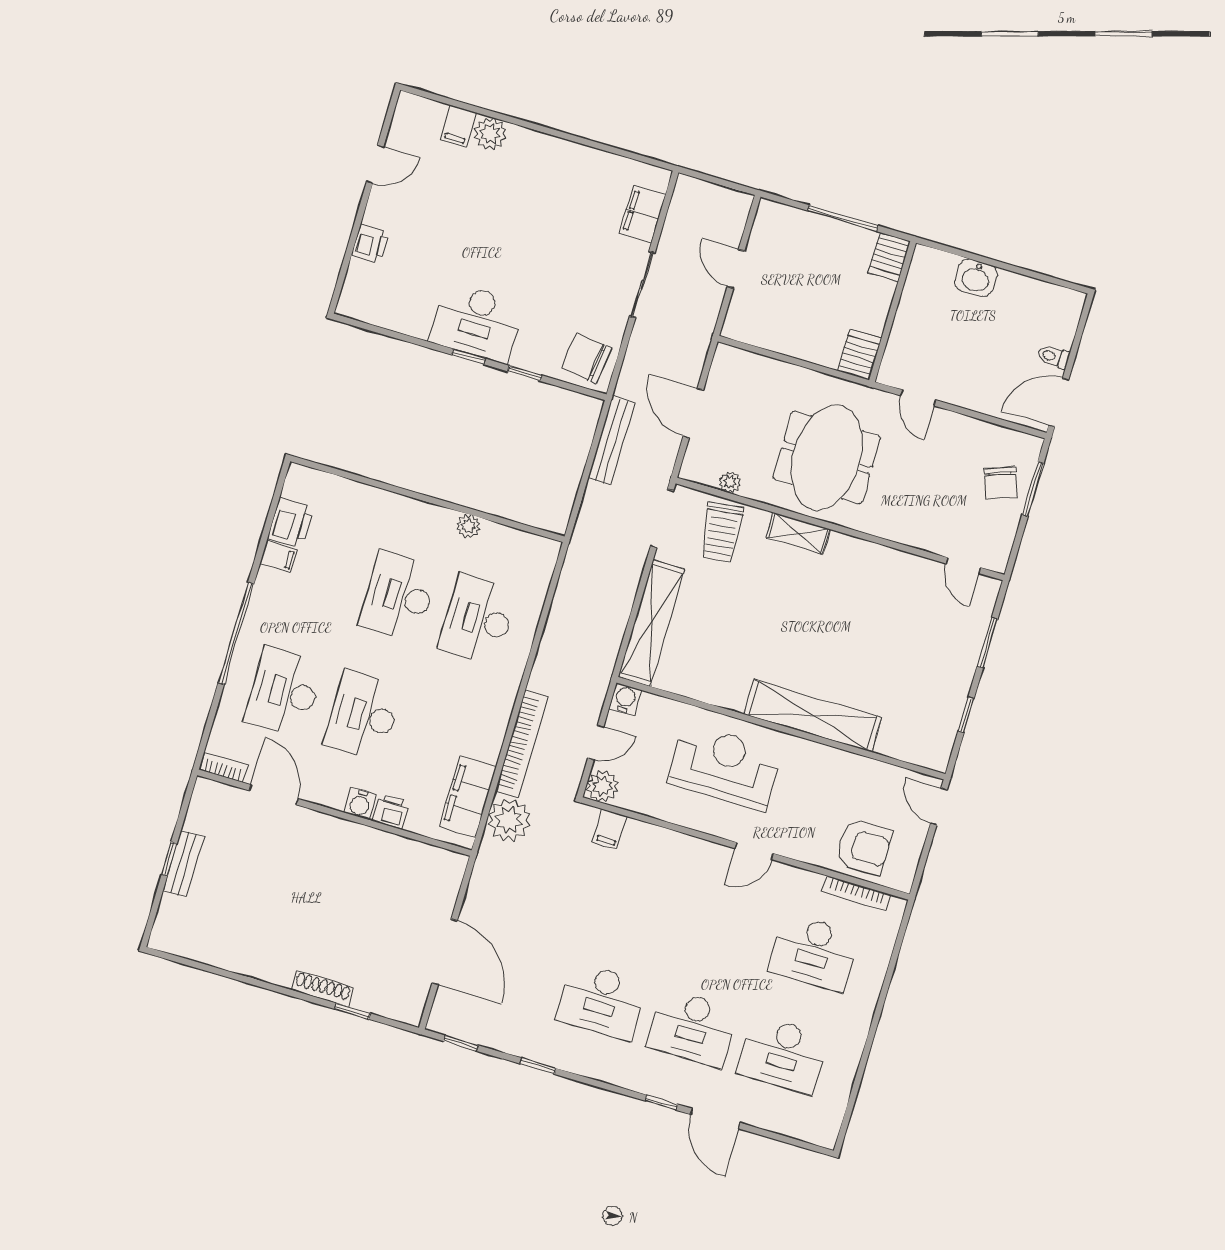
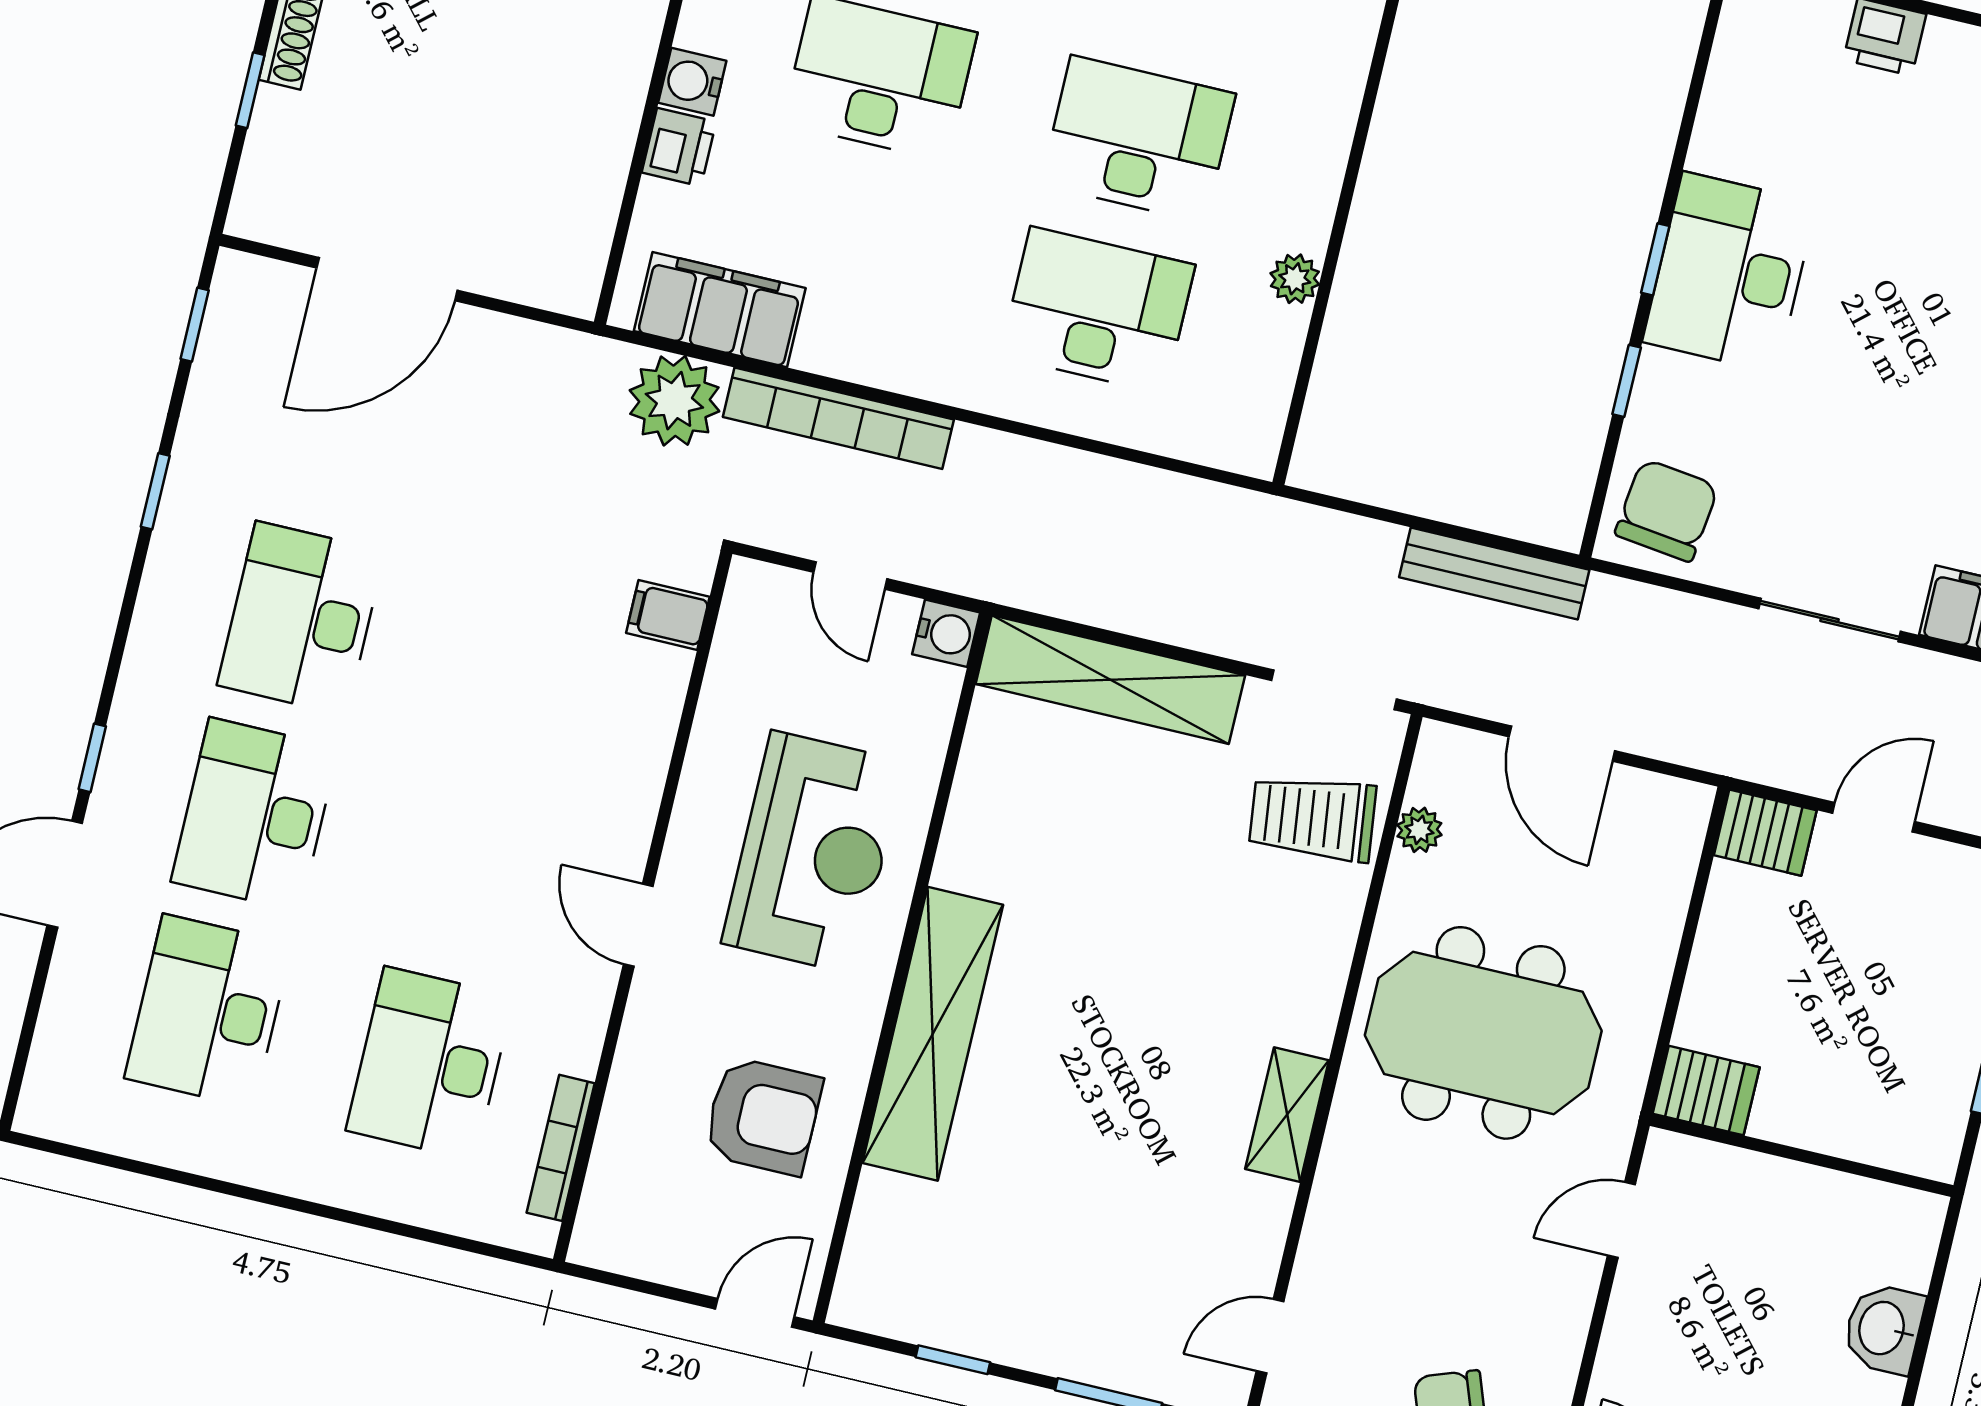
server rack: (889, 257) -> (1765, 833), moved, turned 180
door: (693, 413) -> (1562, 744), swing flipped
shelving: (798, 533) -> (1287, 1115), moved
plant: (602, 786) -> (758, 595), removed
armchair: (864, 847) -> (763, 1116), moved, turned -90

